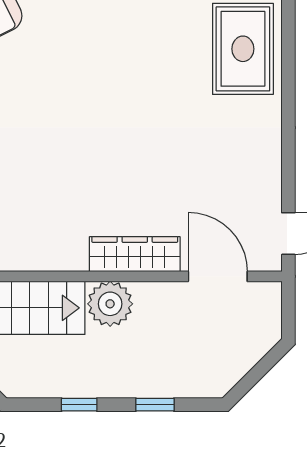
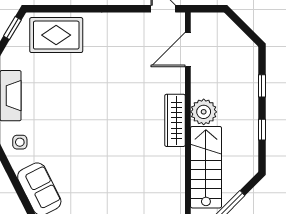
wardrobe: (135, 254) -> (175, 120), moved

